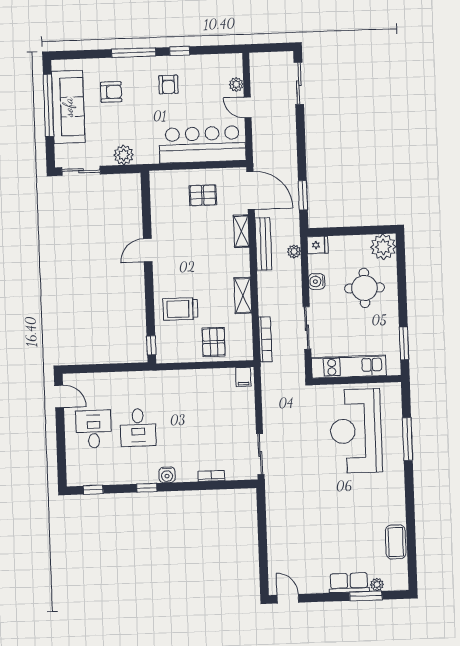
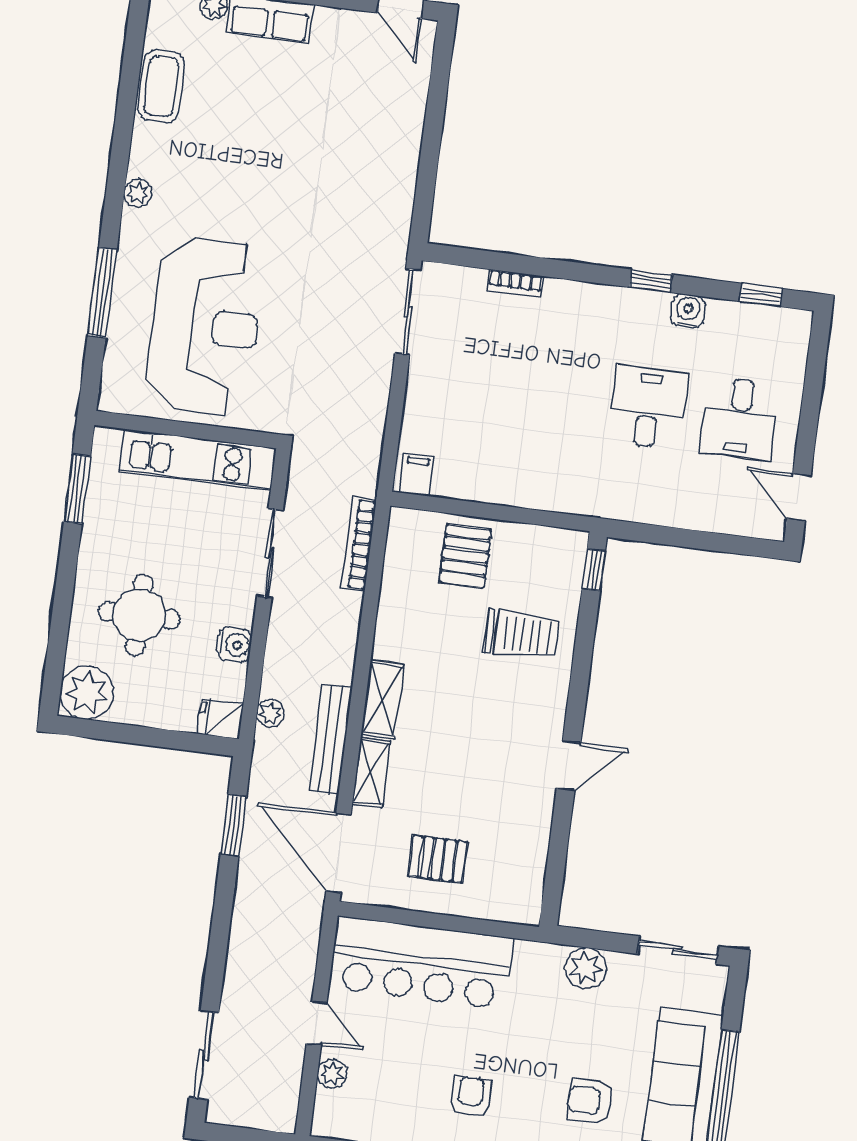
shelving: (243, 295) -> (382, 699), moved
water cooler: (167, 475) -> (688, 311), moved
plant: (398, 489) -> (138, 193), added

